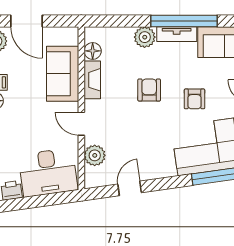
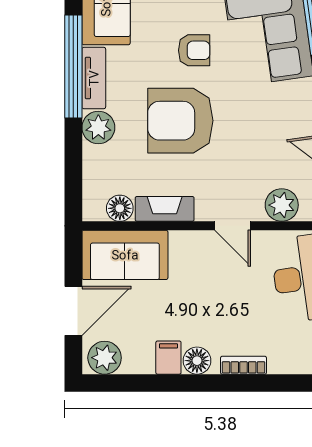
sofa: (63, 74) -> (125, 255), moved
armchair: (149, 90) -> (180, 121), width x1.88, depth x1.88
door: (81, 124) -> (233, 226), hinge flipped

